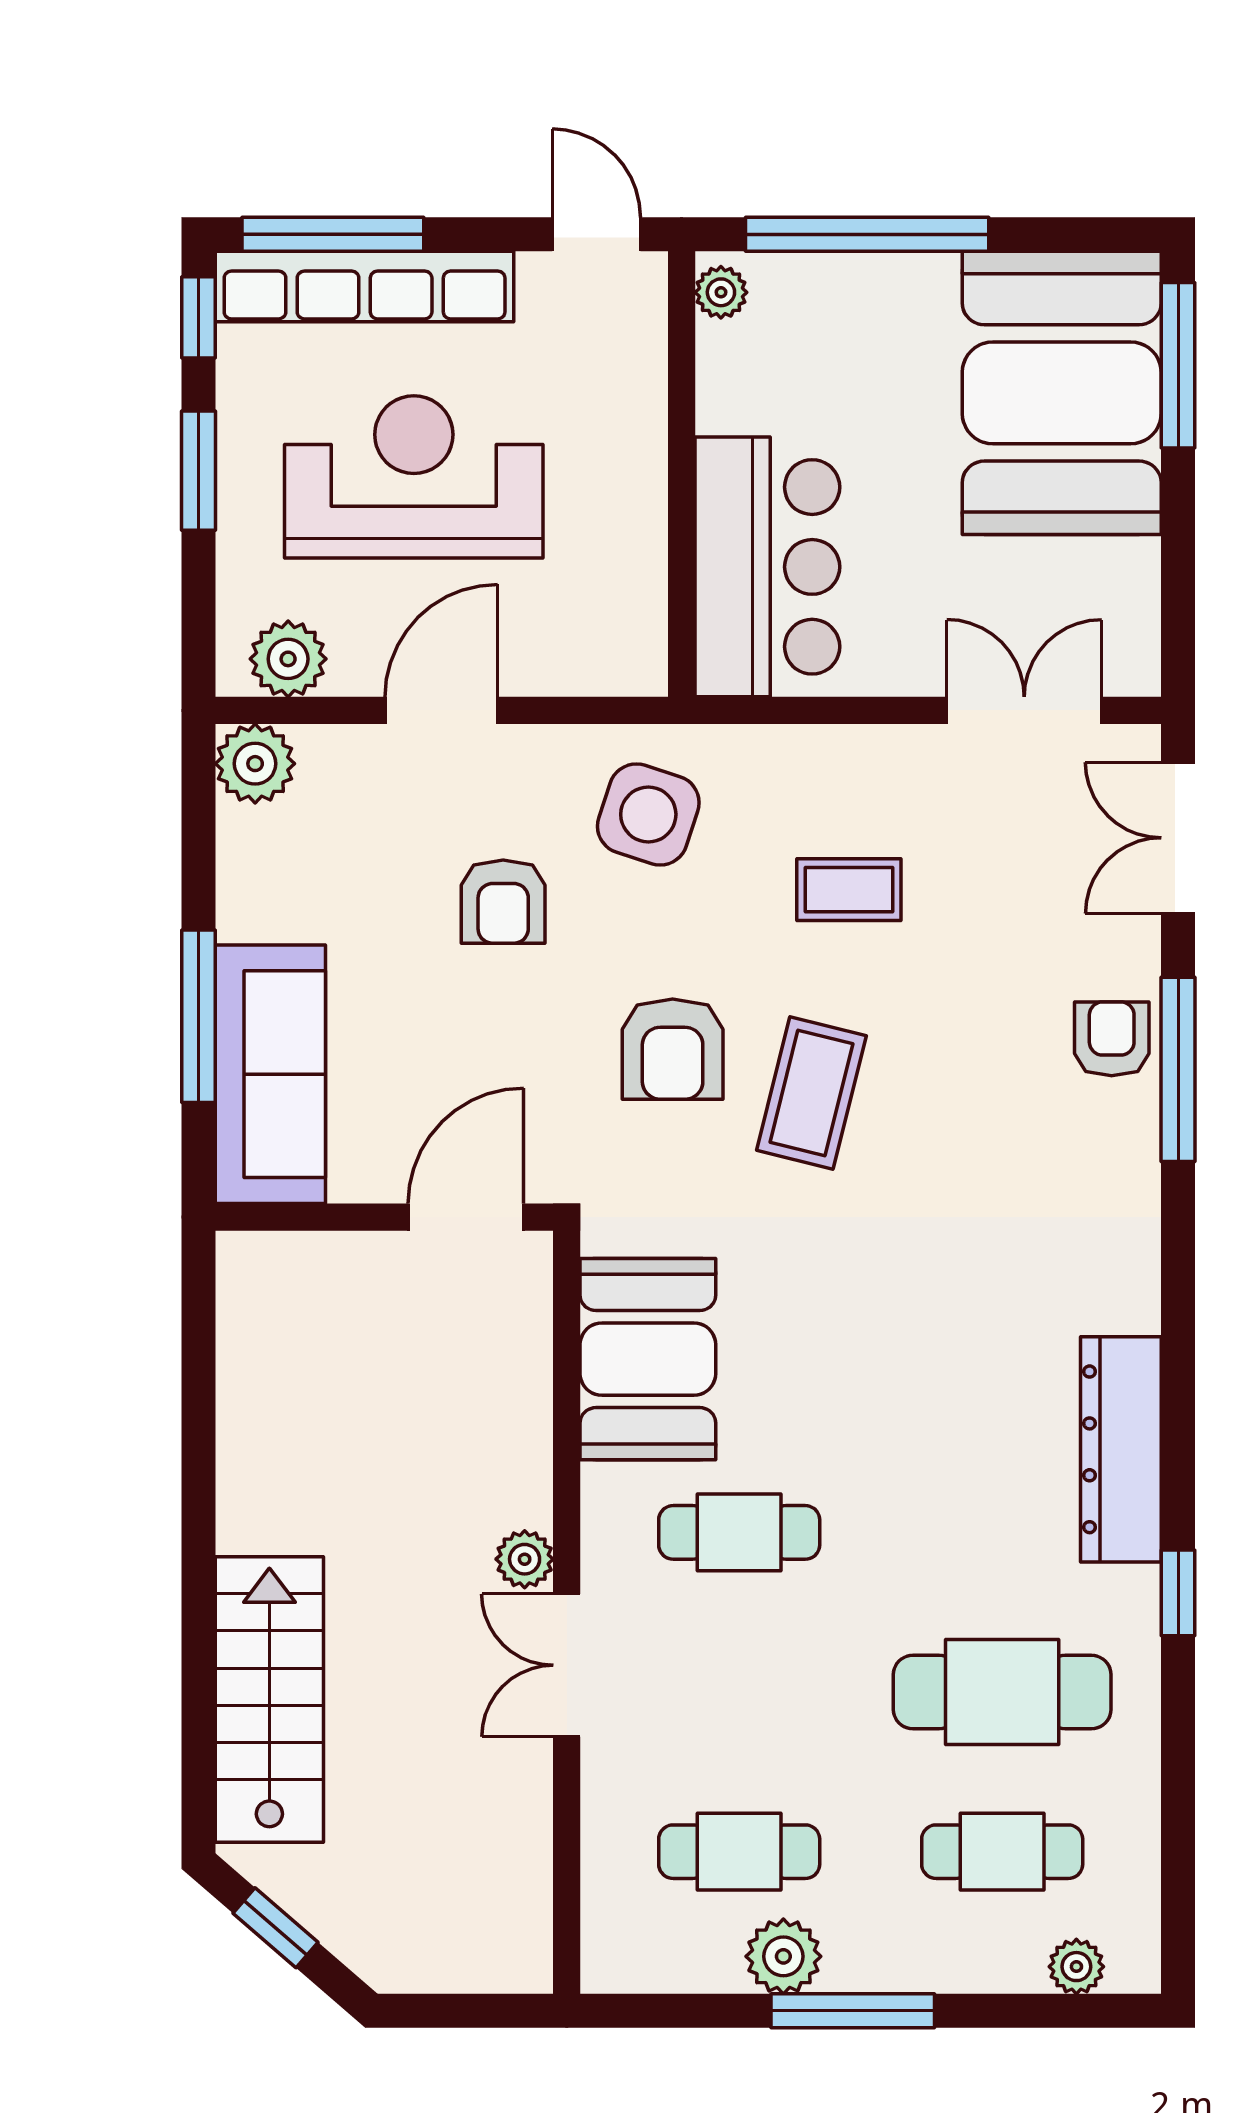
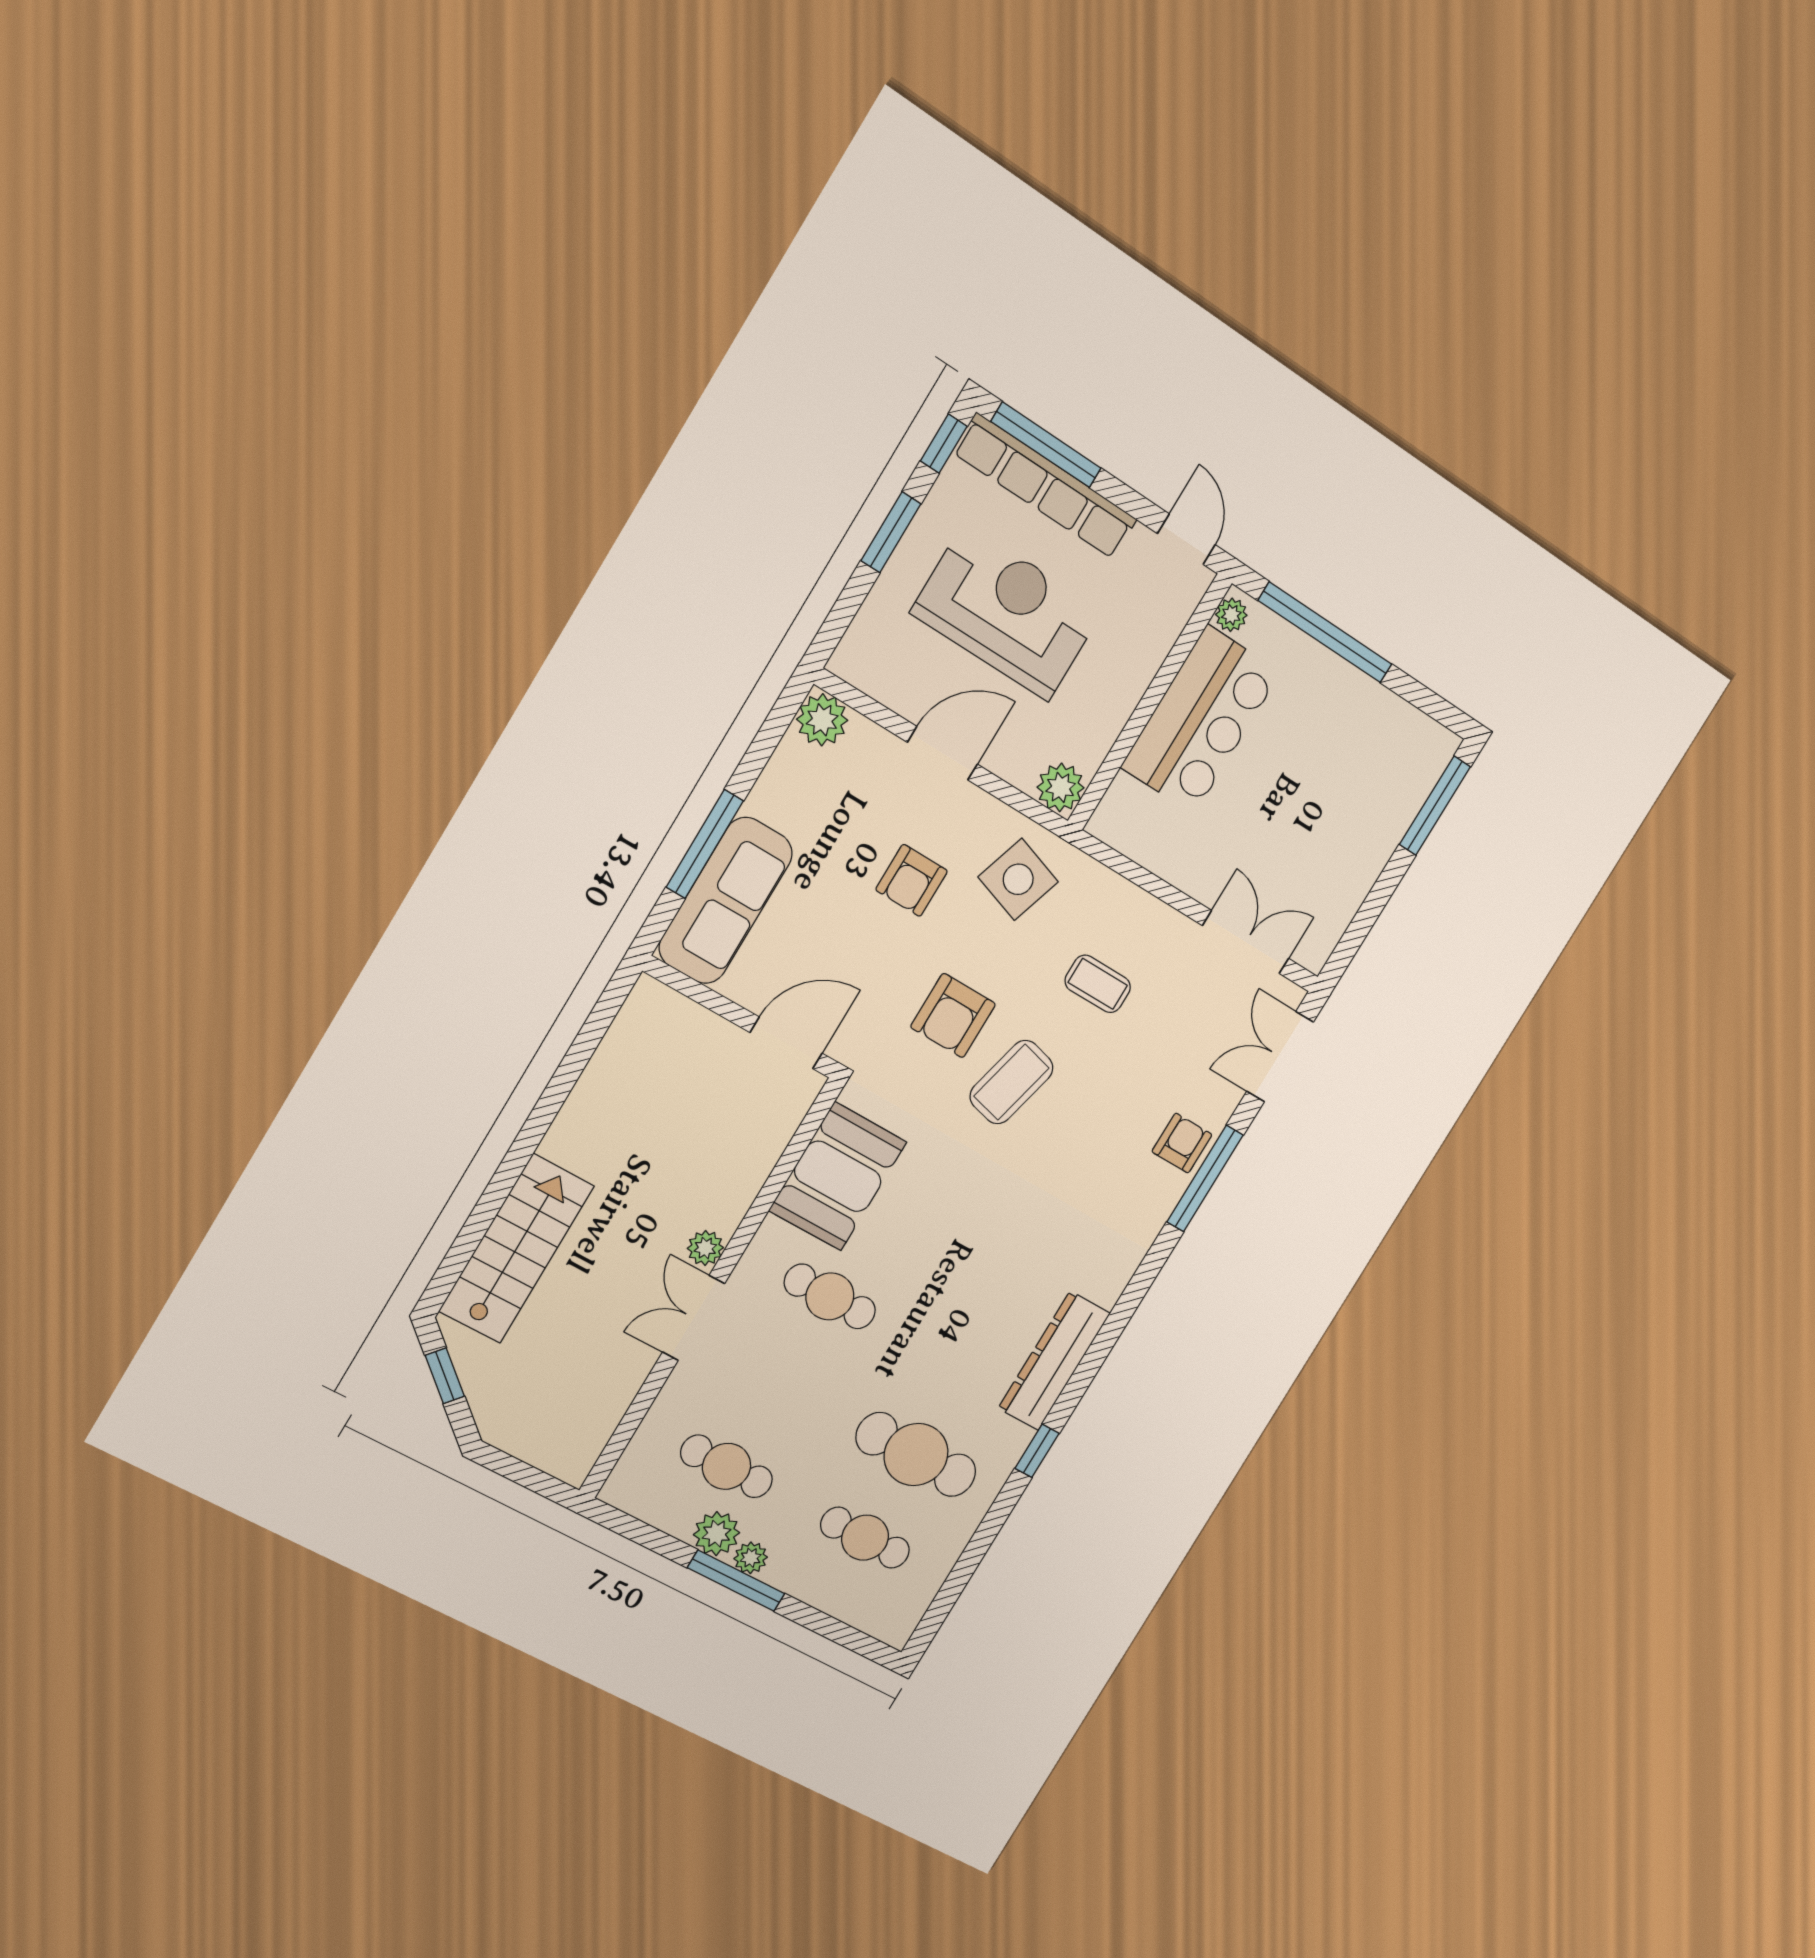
booth: (1062, 393) -> (1369, 783), removed
bar counter: (767, 567) -> (1201, 720), moved
plant: (288, 659) -> (1061, 787), moved
plant: (1076, 1967) -> (751, 1558), moved

